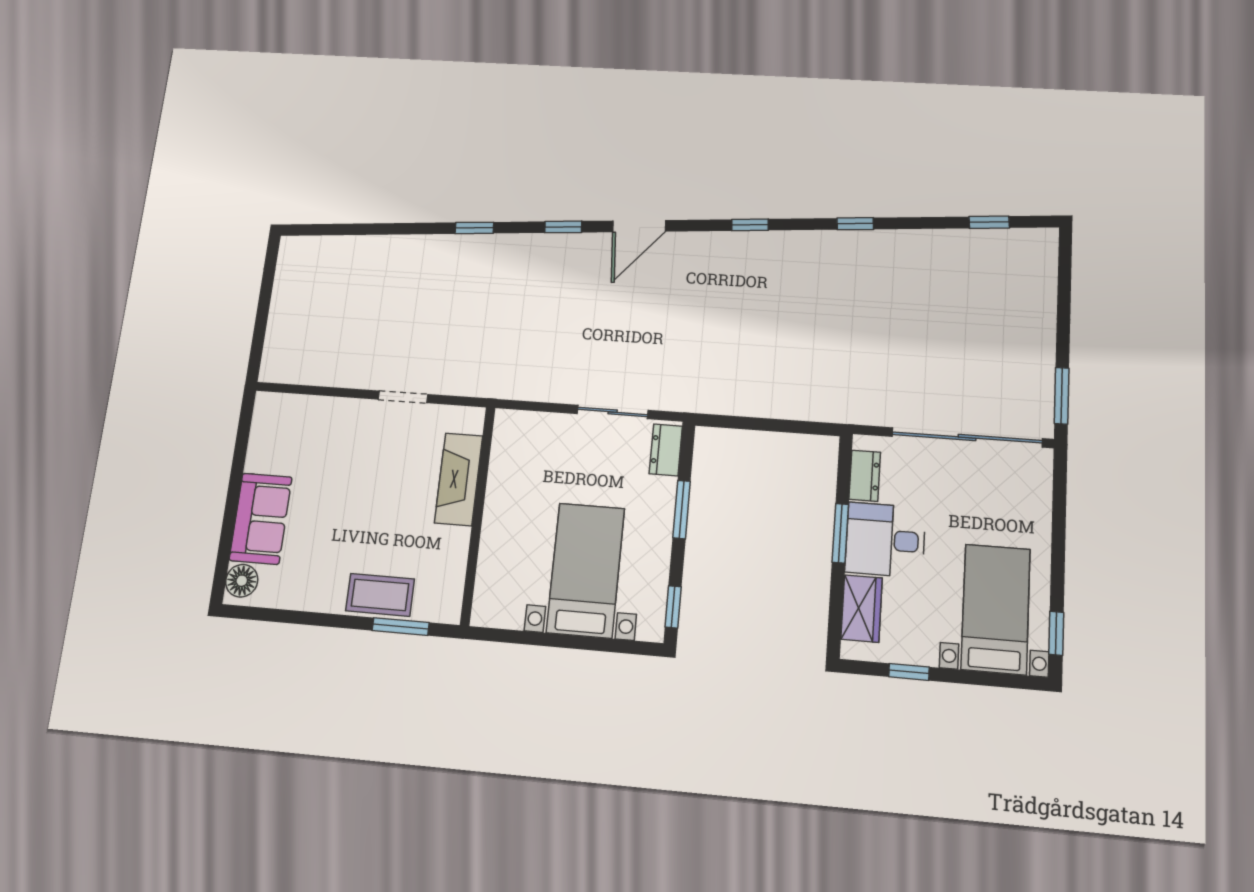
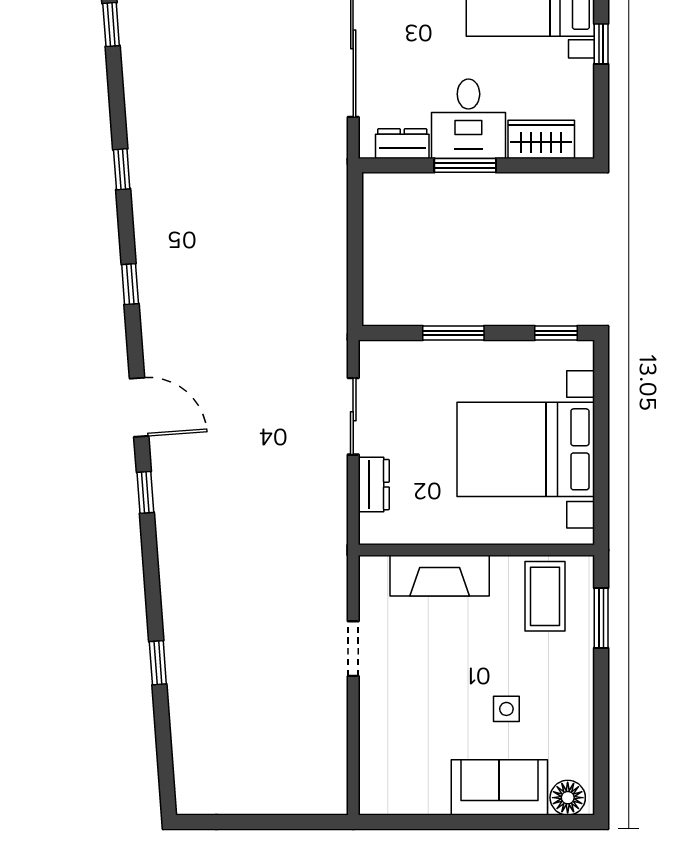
window: (474, 228) -> (158, 663), moved
dresser: (666, 450) -> (374, 485), moved, turned -90
side table: (330, 531) -> (506, 709), added
bed with nightstands: (586, 570) -> (526, 449), width x1.36
coffee table: (380, 595) -> (545, 596), moved
window: (909, 672) -> (601, 44), moved

